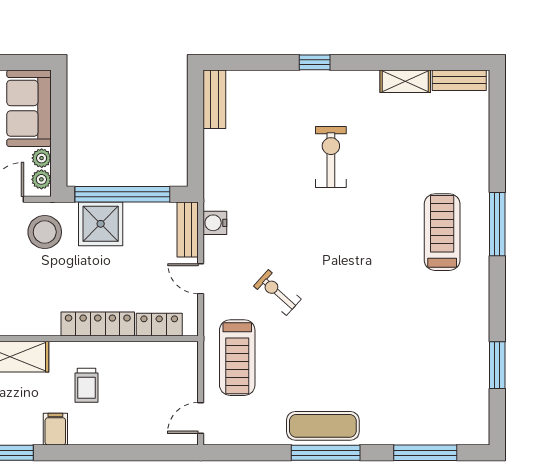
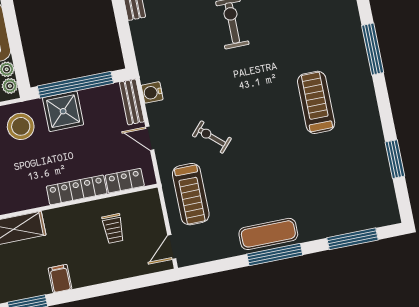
treadmill: (442, 232) -> (316, 102), moved
trolley: (86, 385) -> (113, 229), moved

